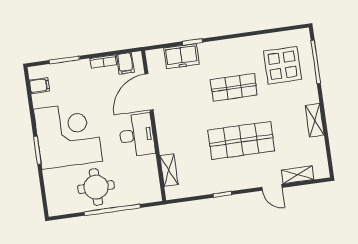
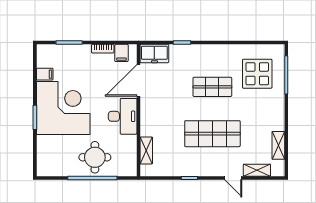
freezer: (182, 56) -> (154, 53), moved
filing cabinet: (40, 86) -> (45, 74), moved
shelving: (315, 120) -> (278, 145), moved
round table: (96, 187) -> (95, 157), moved

